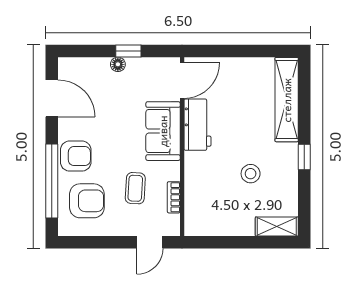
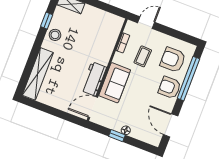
window: (304, 157) -> (47, 21), moved
stool: (251, 174) -> (55, 35), moved

